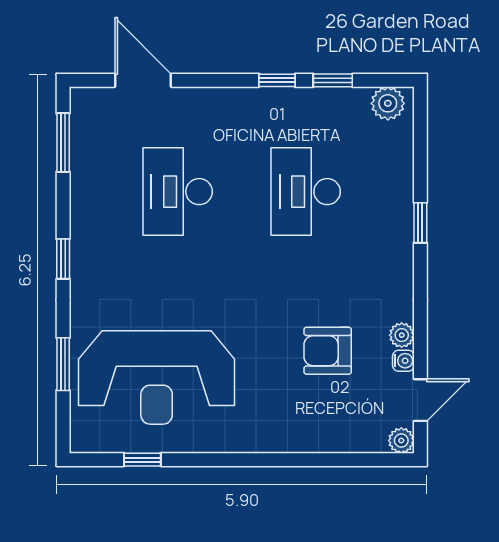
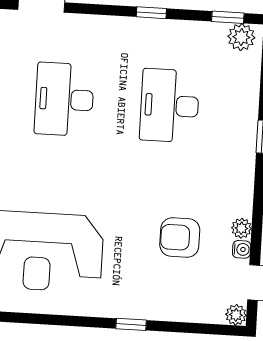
window: (333, 80) -> (228, 17), moved
window: (142, 460) -> (131, 324), moved

